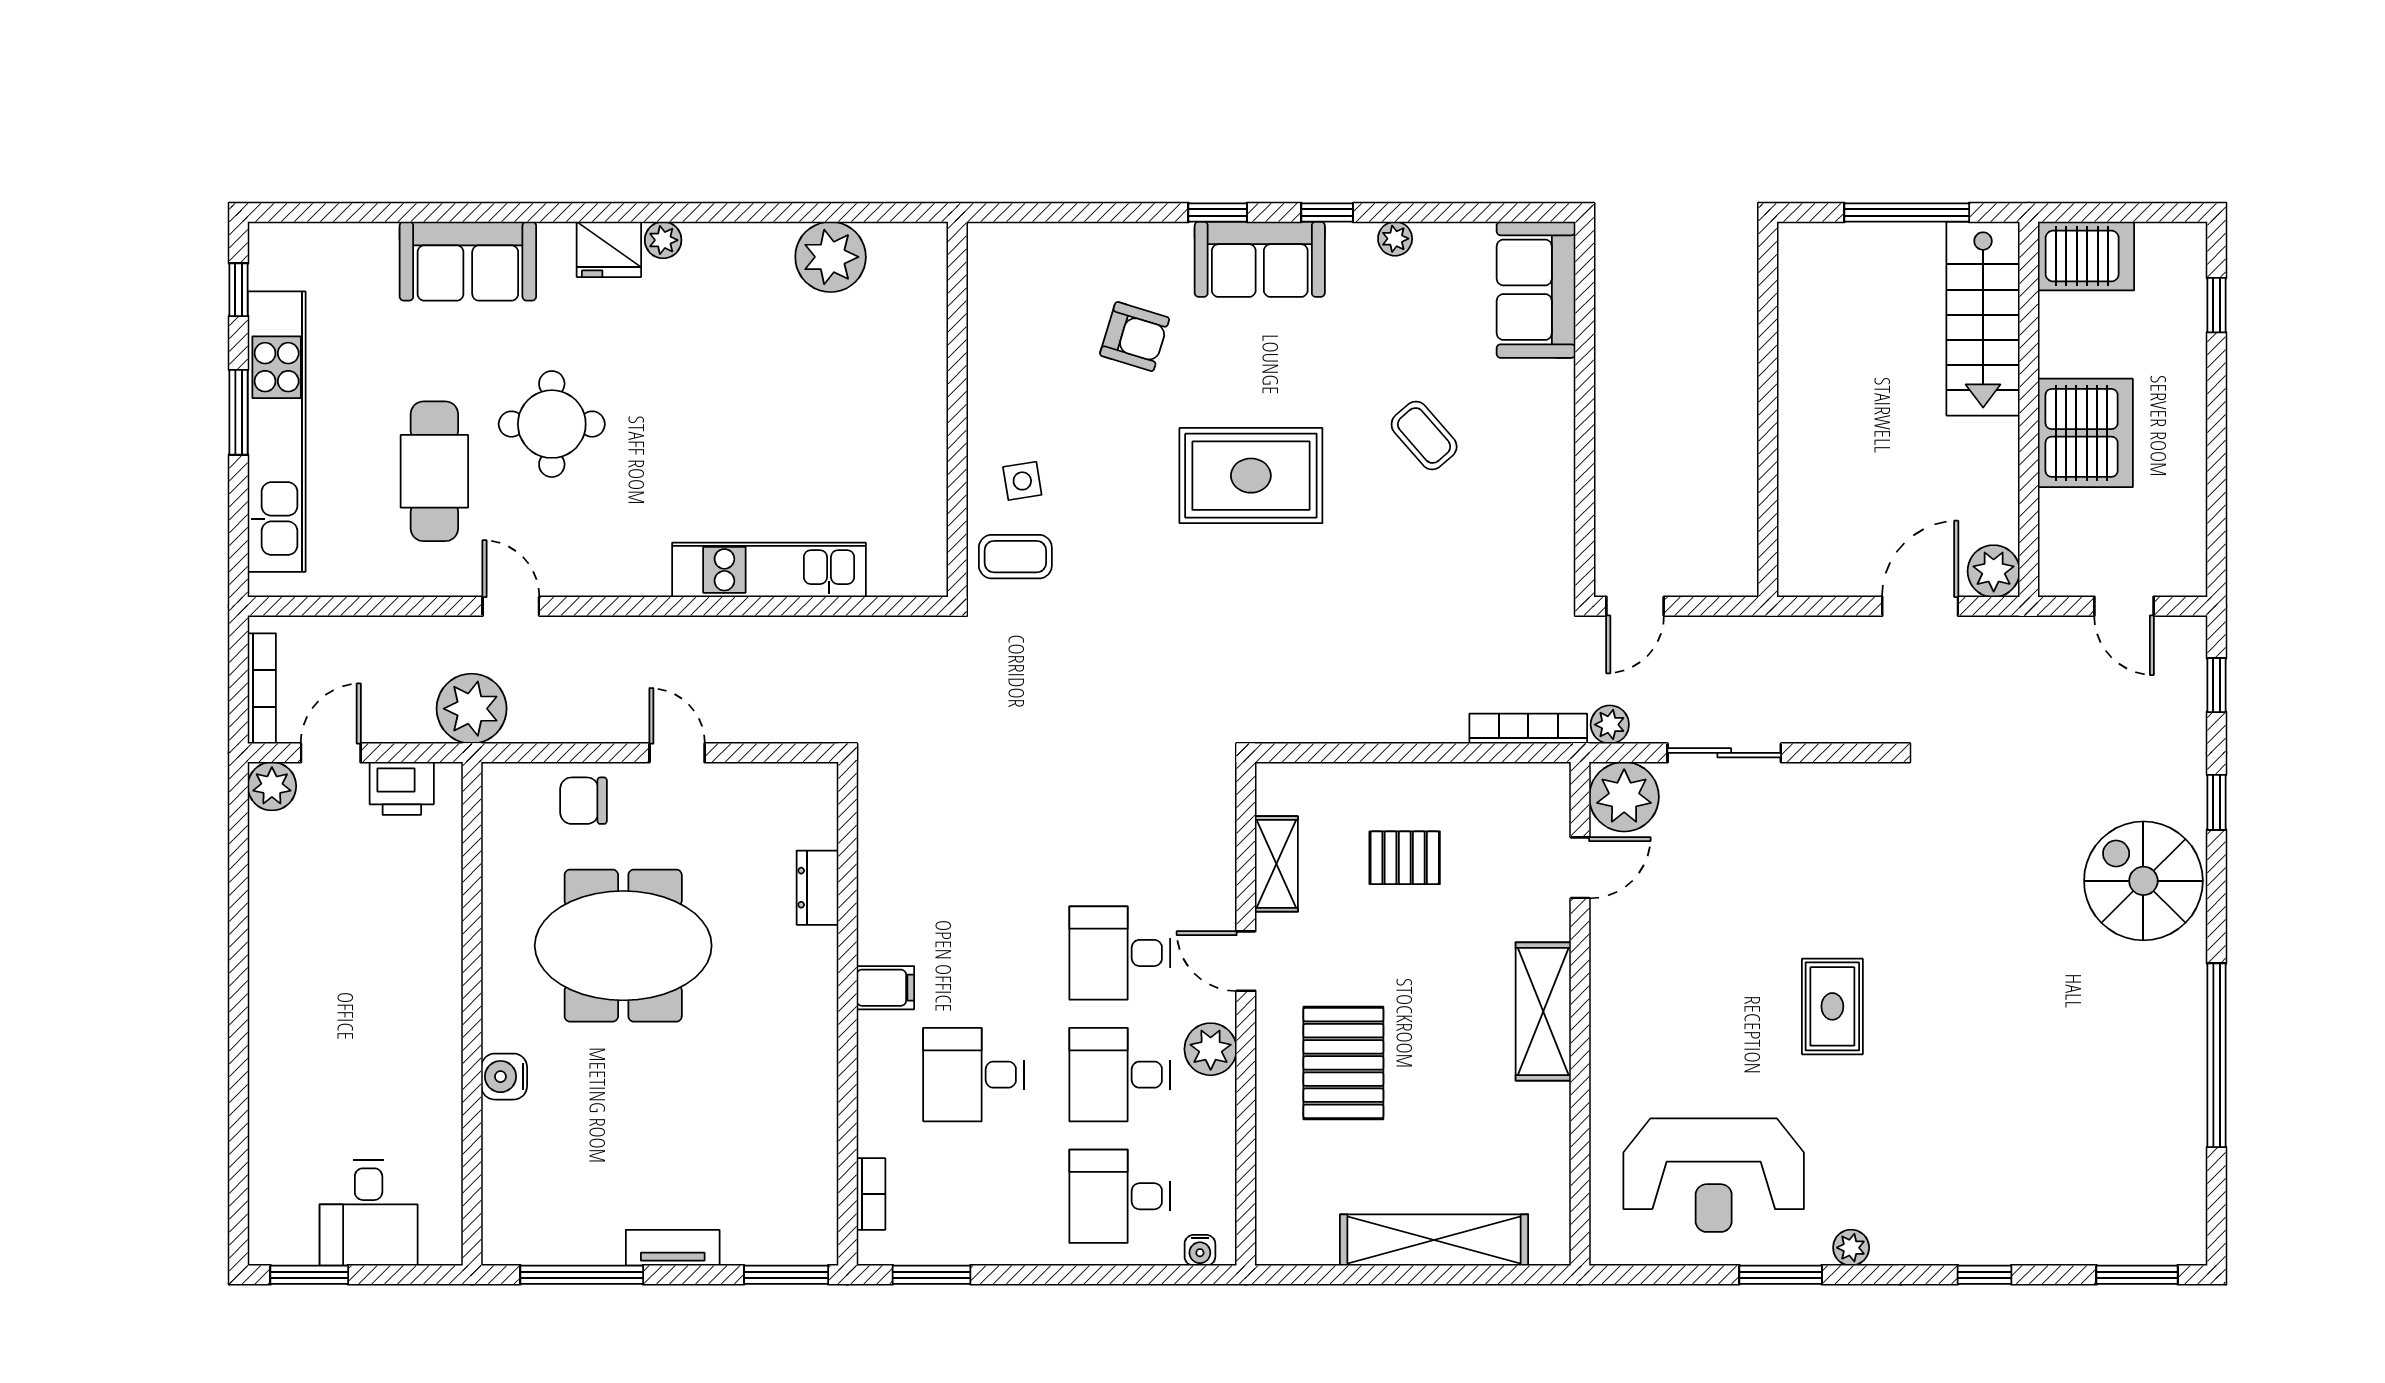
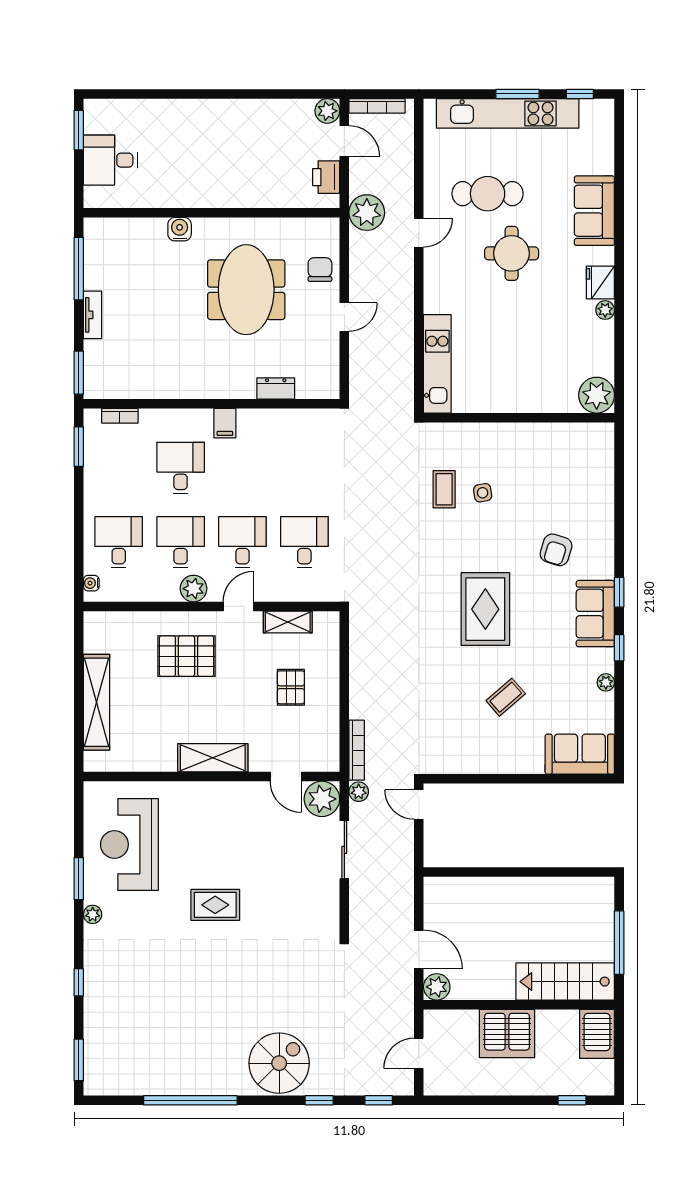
wall: (957, 409) -> (519, 418), moved
desk: (1120, 831) -> (304, 542), added

